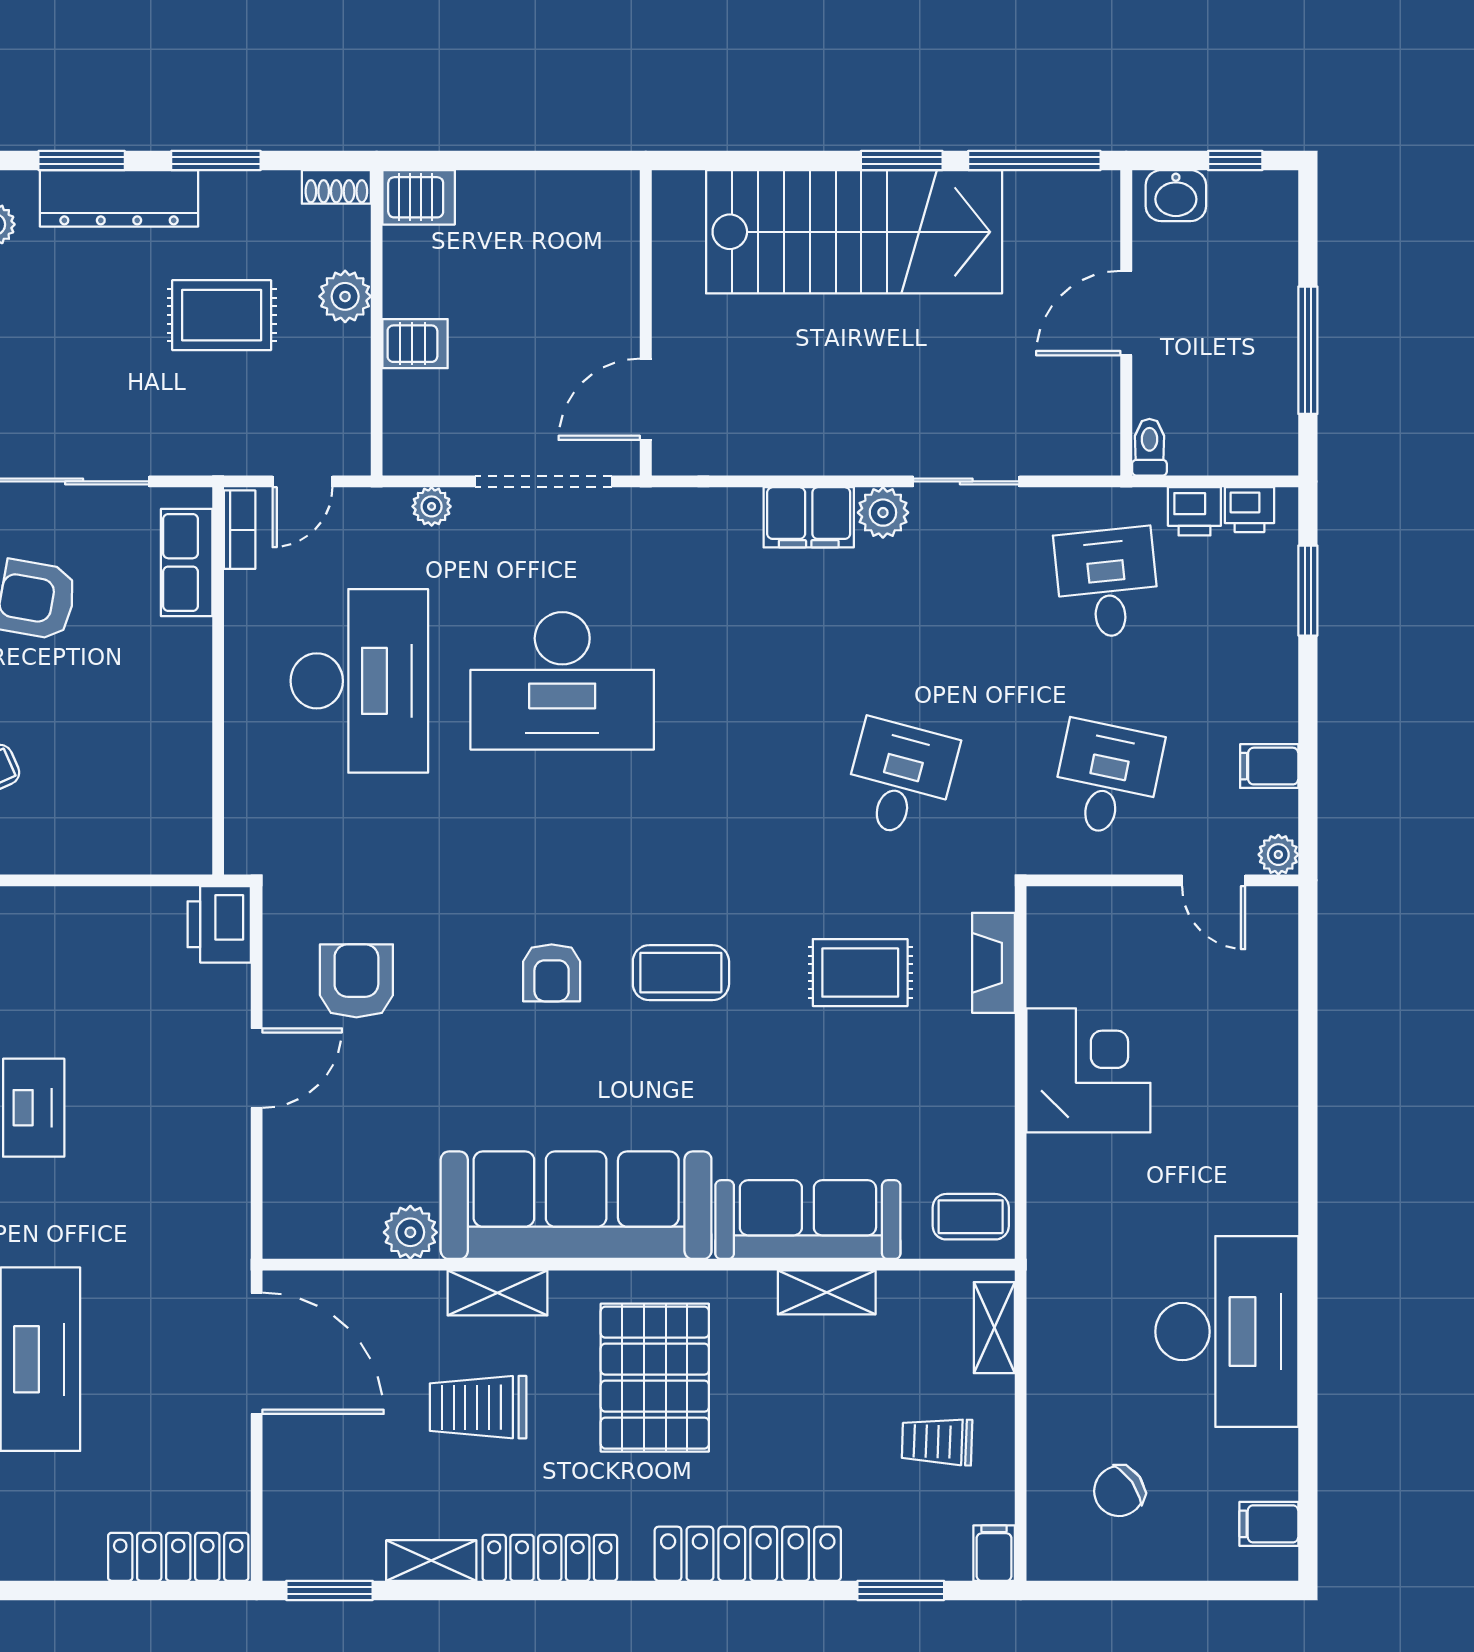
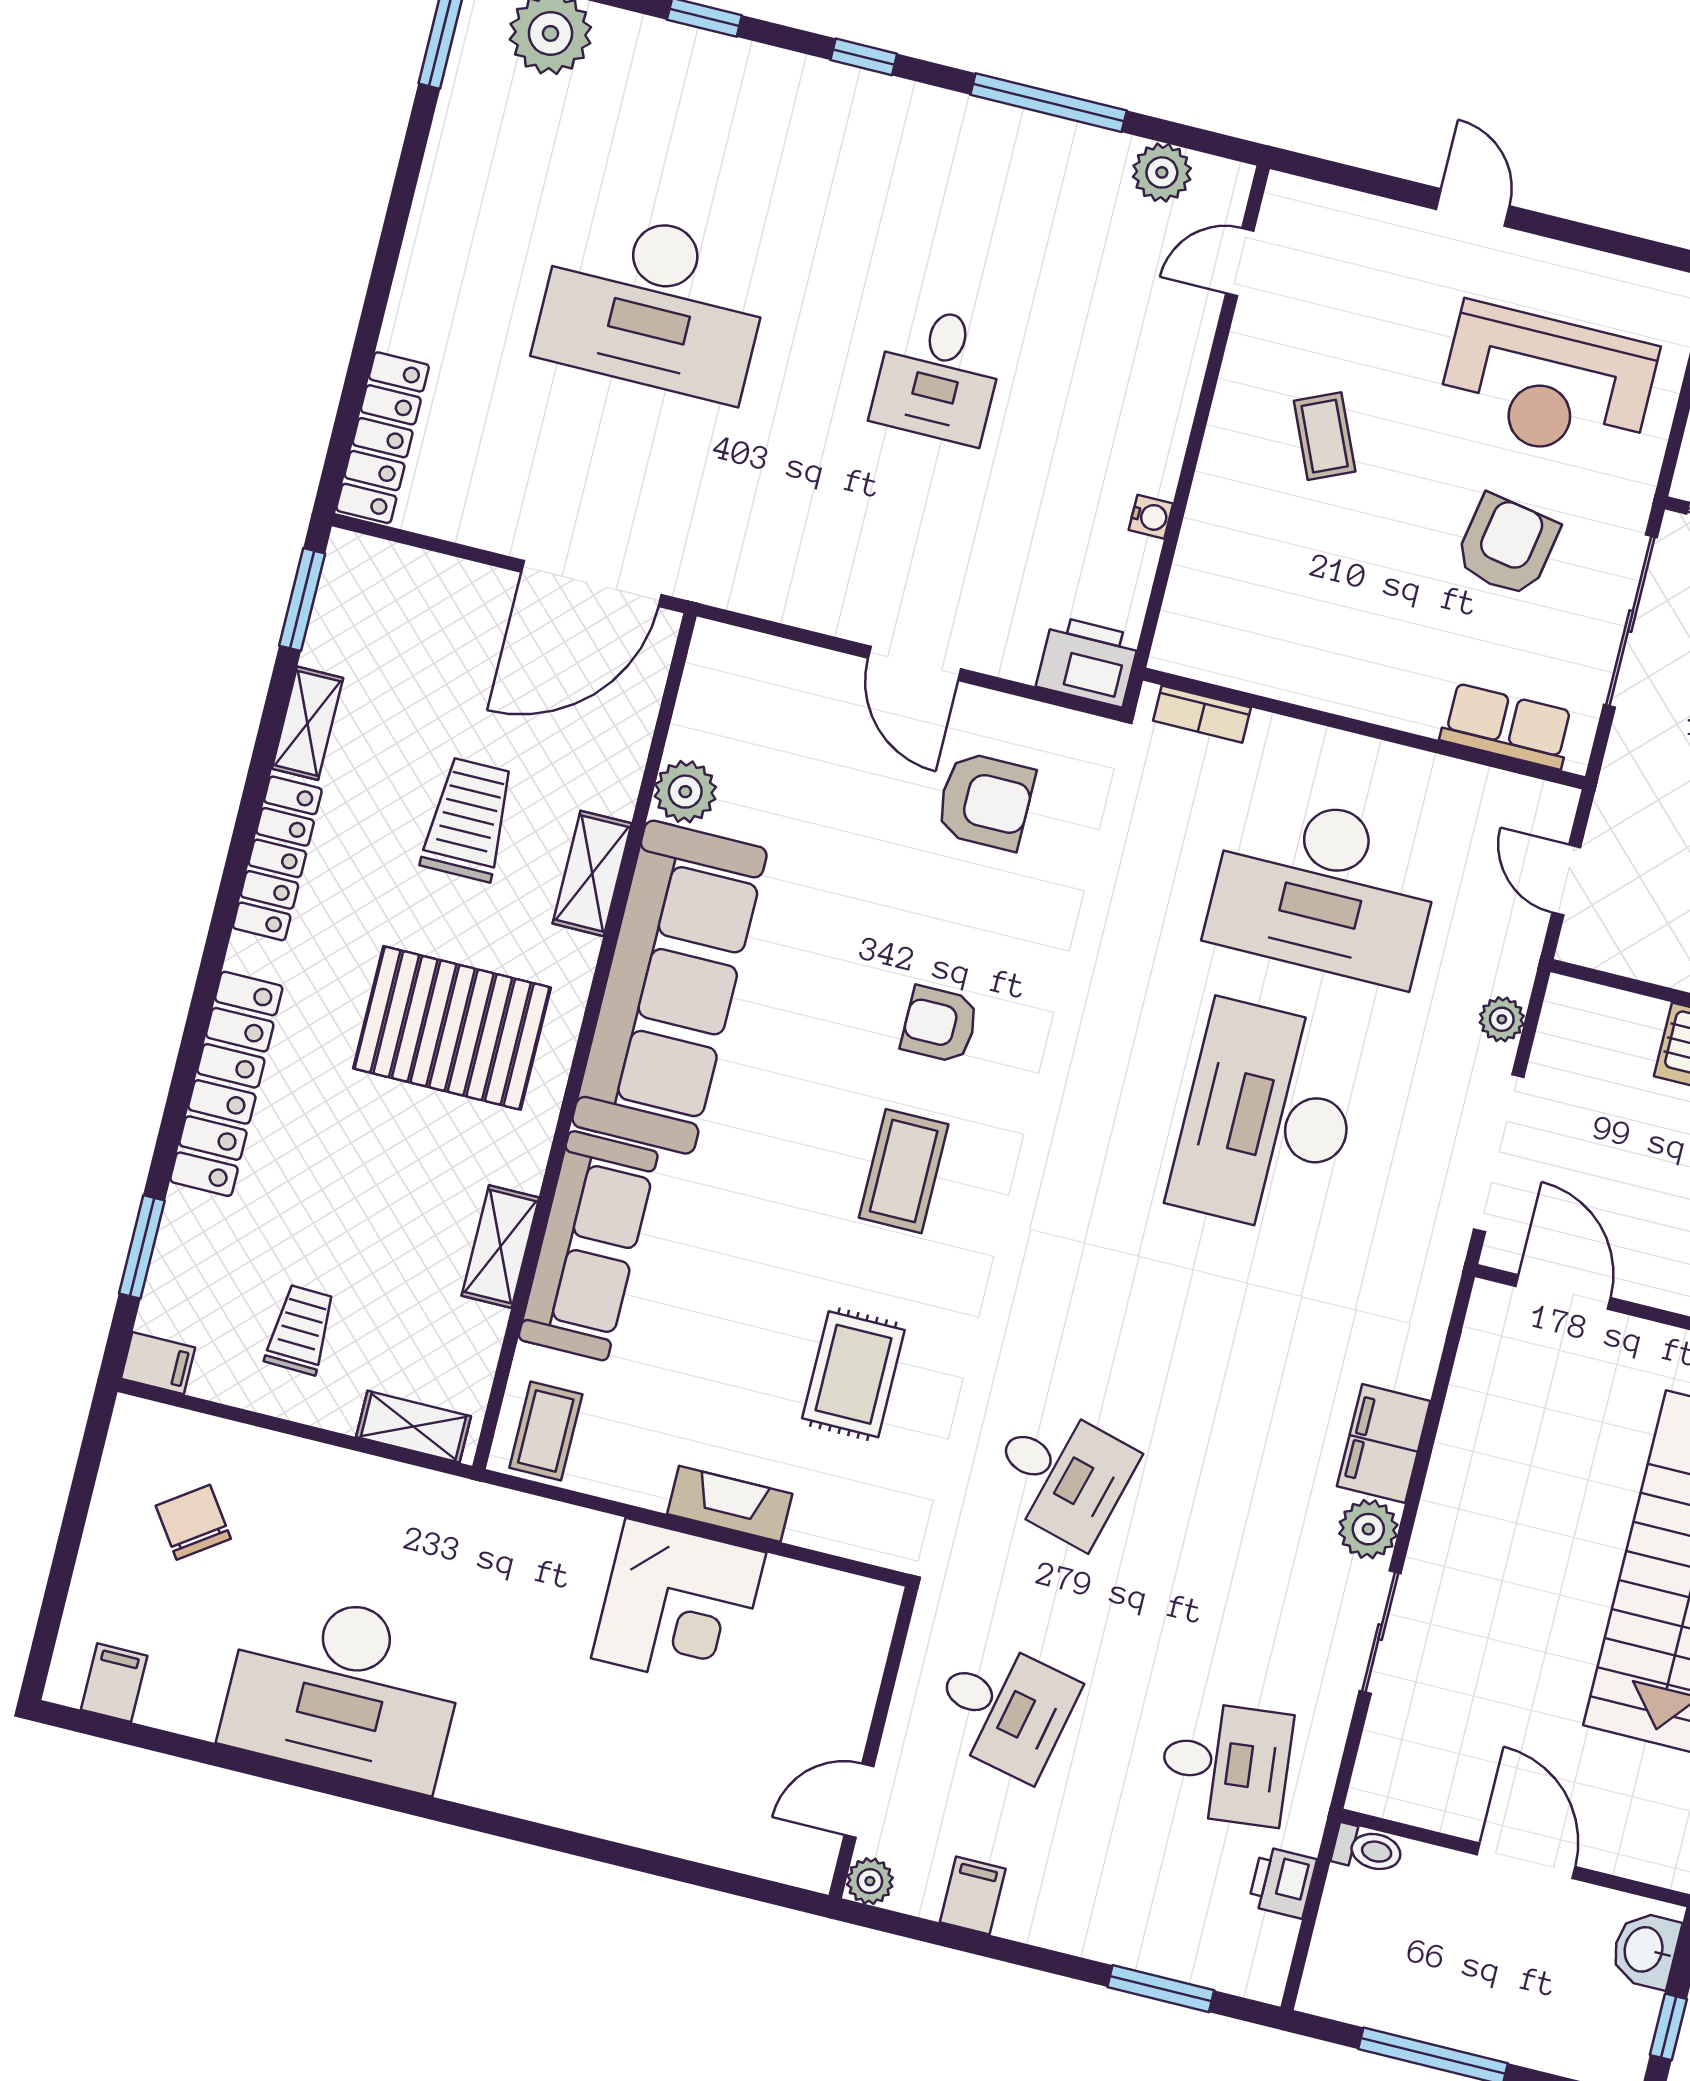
printer: (1249, 510) -> (1269, 1945), removed
bookcase: (240, 530) -> (1202, 714), moved
water cooler: (86, 902) -> (1151, 517), added
fireplace: (993, 963) -> (730, 1504), moved

